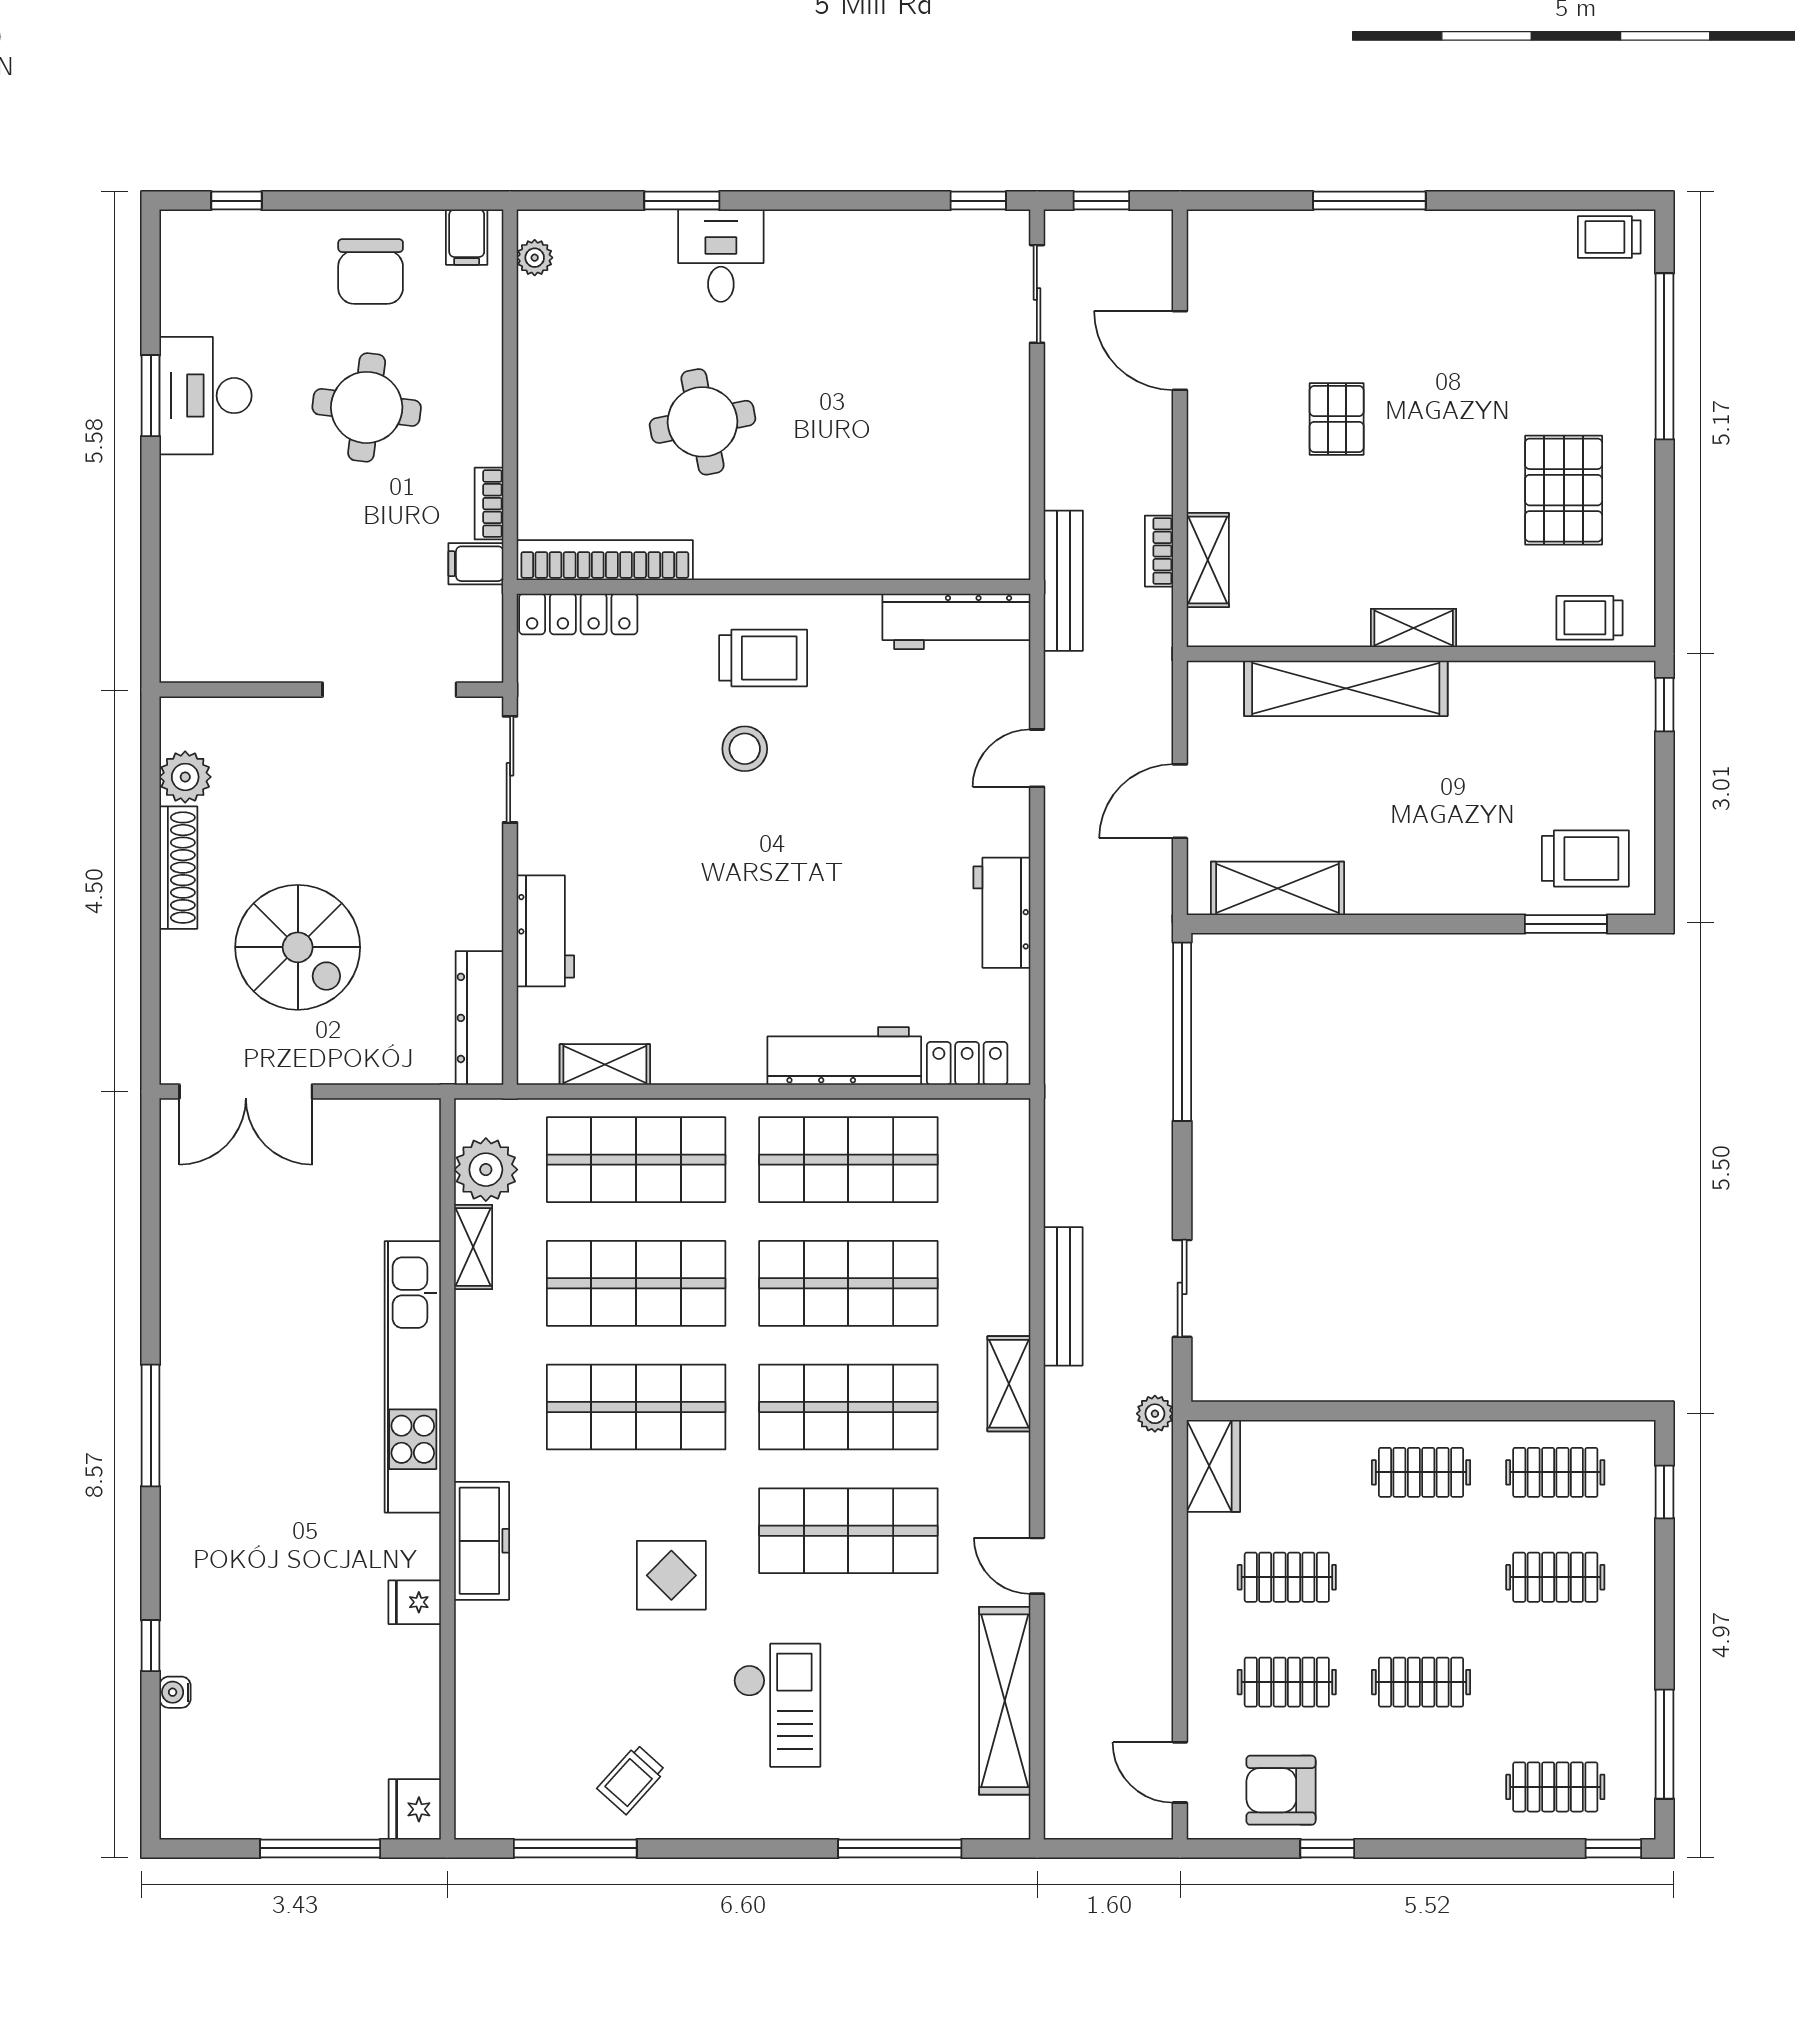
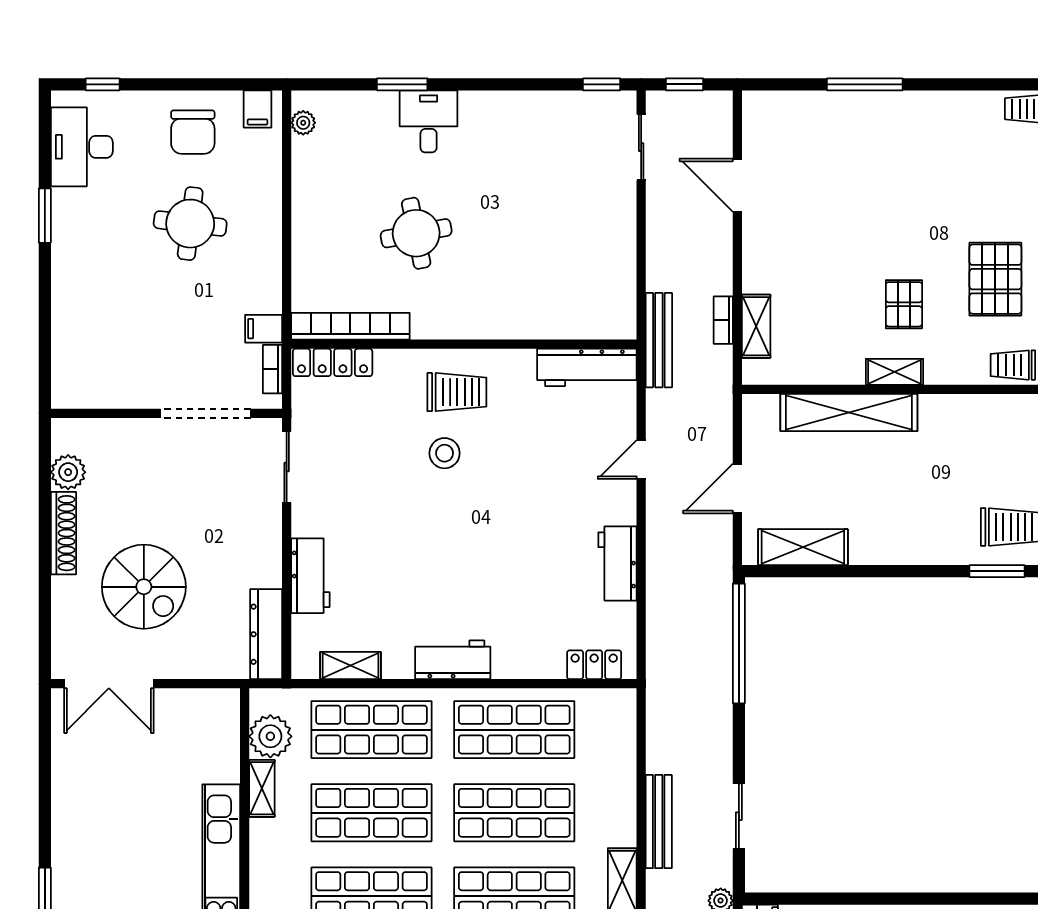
desk: (206, 396) -> (82, 147), moved
pallet: (1337, 419) -> (904, 304), moved
bookcase: (489, 504) -> (272, 369), moved
workbench: (844, 1056) -> (453, 660), moved, width x0.73

